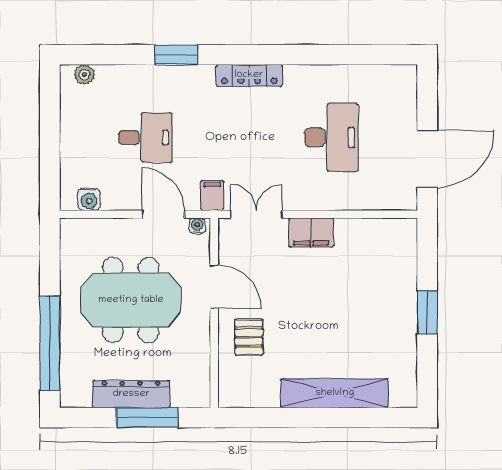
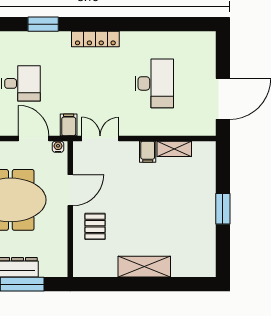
shelving: (359, 229) -> (174, 149), added
filing cabinet: (311, 233) -> (148, 152), width x0.50
door: (214, 286) -> (70, 190), hinge flipped
shelving: (335, 393) -> (144, 267), width x0.68

